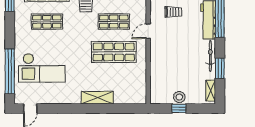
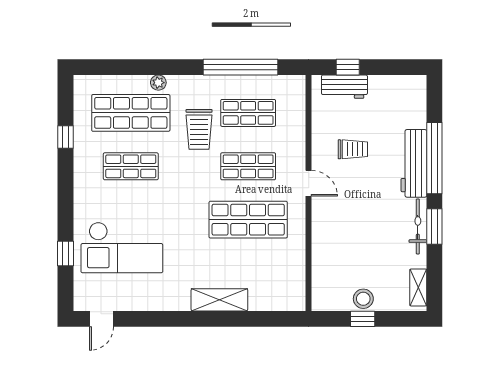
door: (148, 31) -> (309, 183), swing flipped
window: (220, 68) -> (434, 226), moved
window: (10, 71) -> (66, 253), width x0.32

